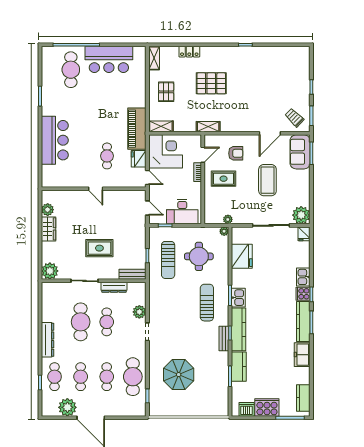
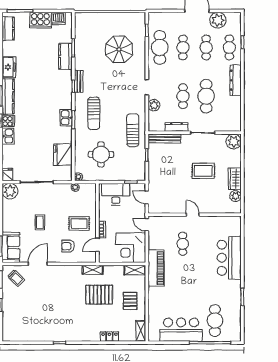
pallet: (211, 83) -> (99, 295), moved
fridge: (139, 159) -> (154, 241), removed
coffee table: (267, 180) -> (40, 222), width x0.54, depth x0.58
rug: (99, 248) -> (203, 171), moved
sun lounger: (168, 260) -> (133, 130), moved
bench: (132, 274) -> (164, 139), width x1.36
kitchen counter: (239, 329) -> (66, 89), removed

